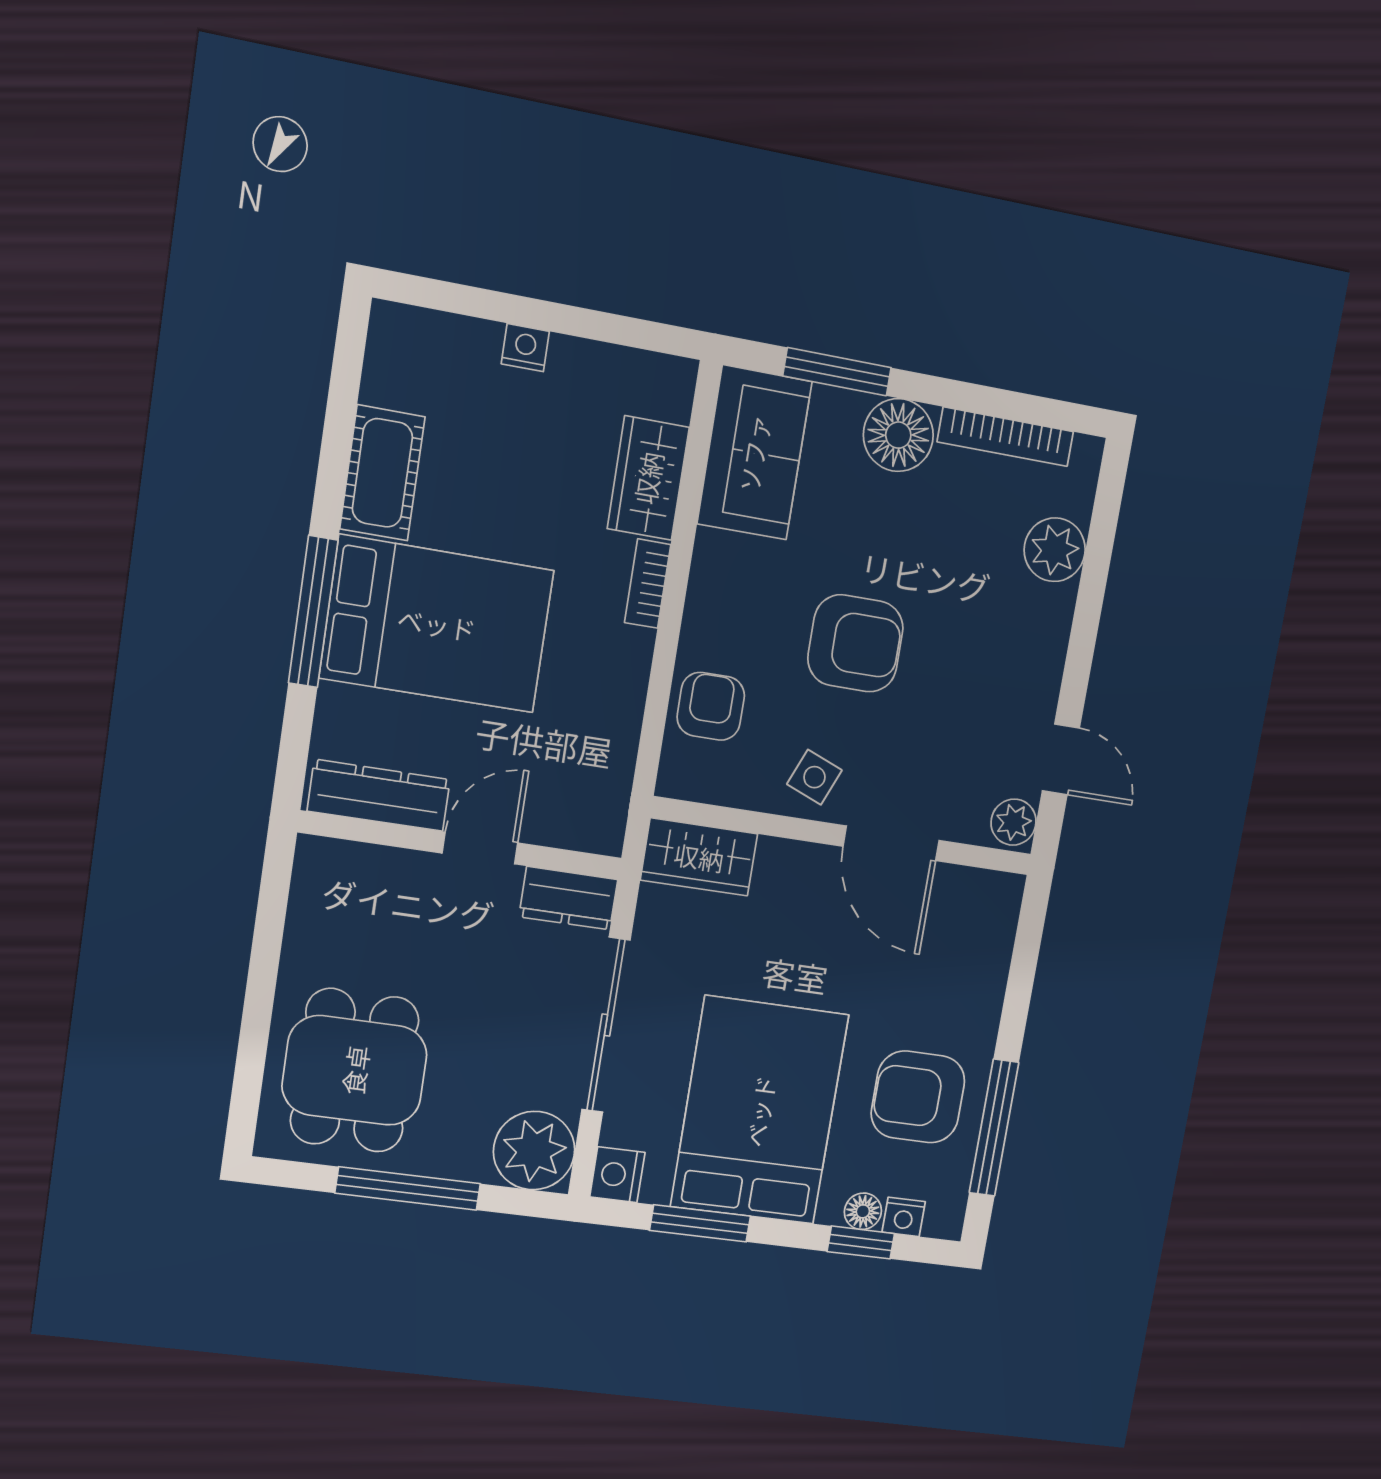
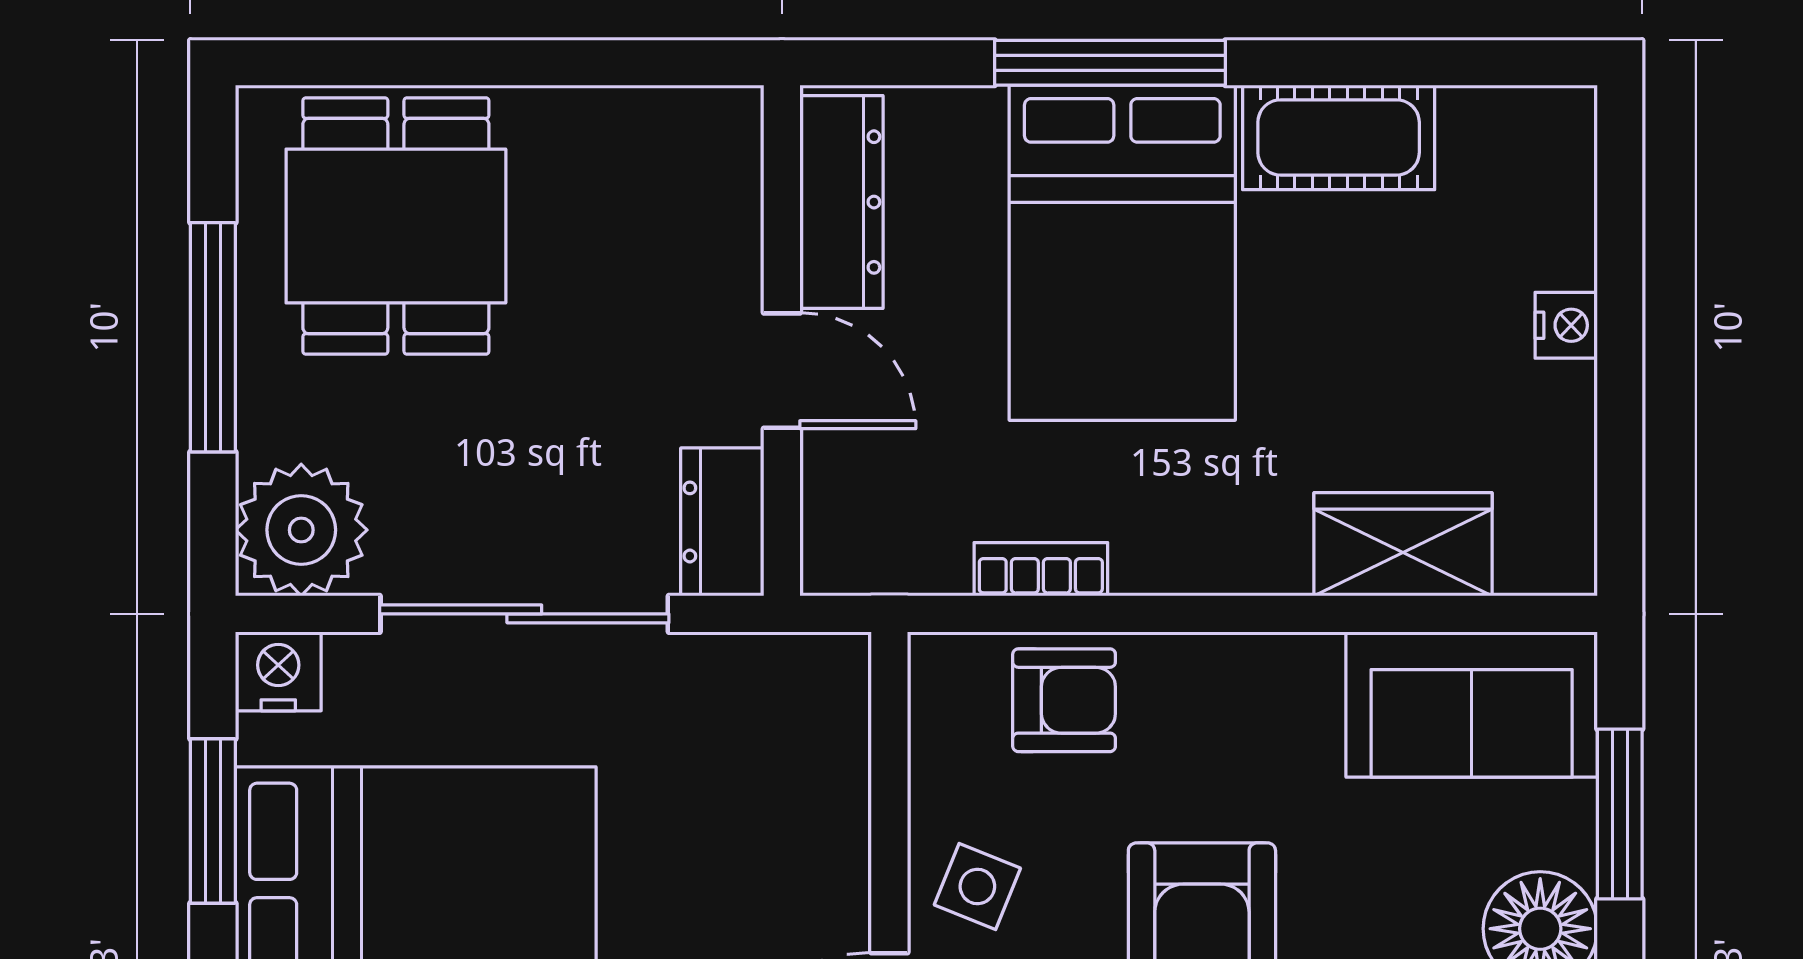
bookcase: (648, 584) -> (1041, 569), moved
wardrobe: (699, 857) -> (820, 721), removed
dining table: (355, 1070) -> (396, 226), turned 90

